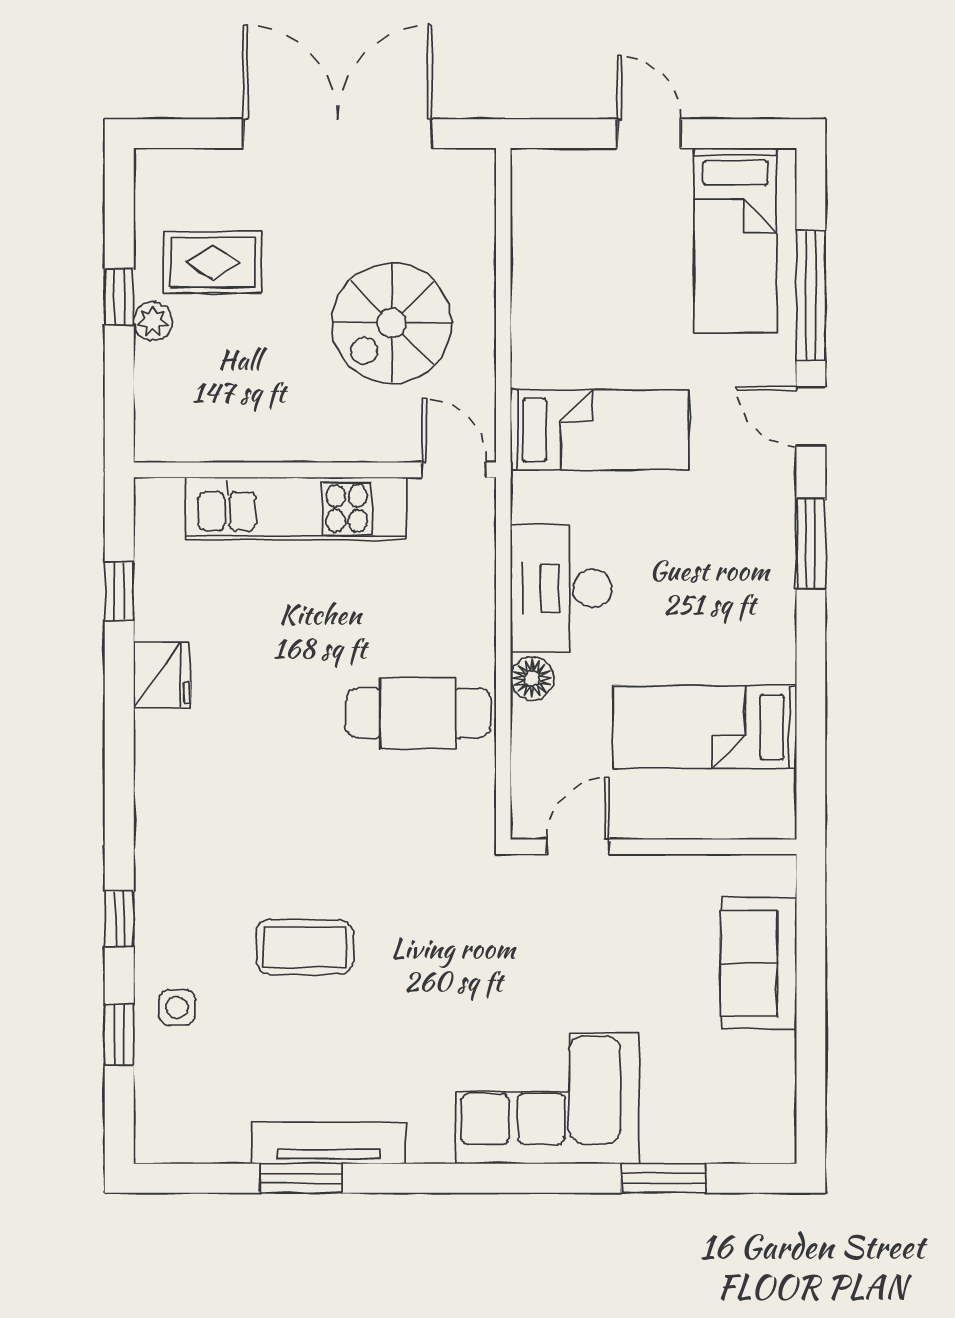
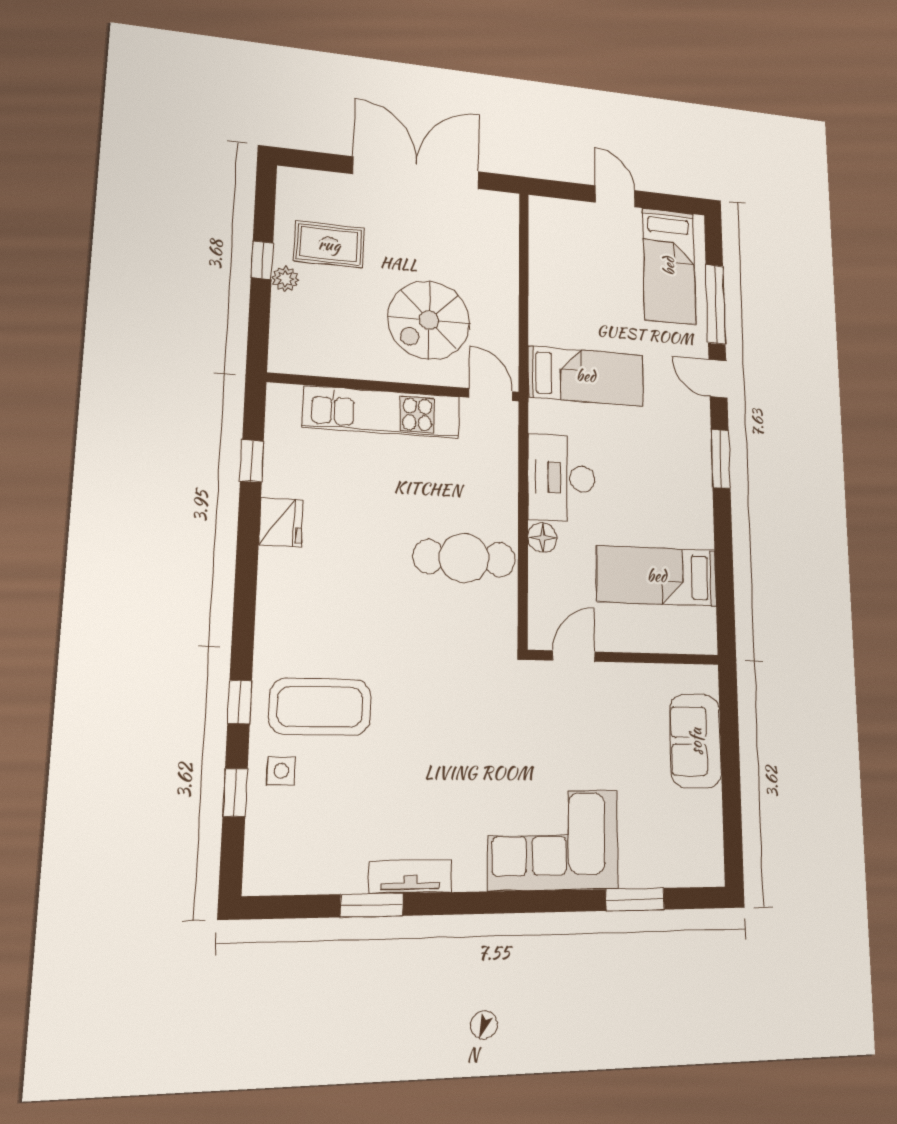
spiral stairs: (392, 323) -> (429, 320), moved
coffee table: (305, 947) -> (320, 707), moved, width x1.36, depth x1.32
tv unit: (328, 1143) -> (410, 877), width x0.71

